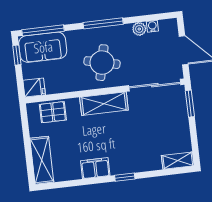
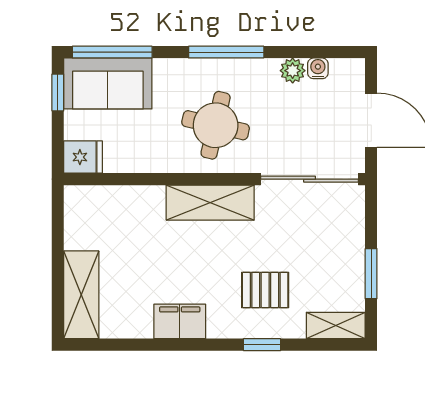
window: (190, 104) -> (371, 274), moved
pallet: (53, 112) -> (265, 290), moved
window: (125, 177) -> (262, 345), moved

